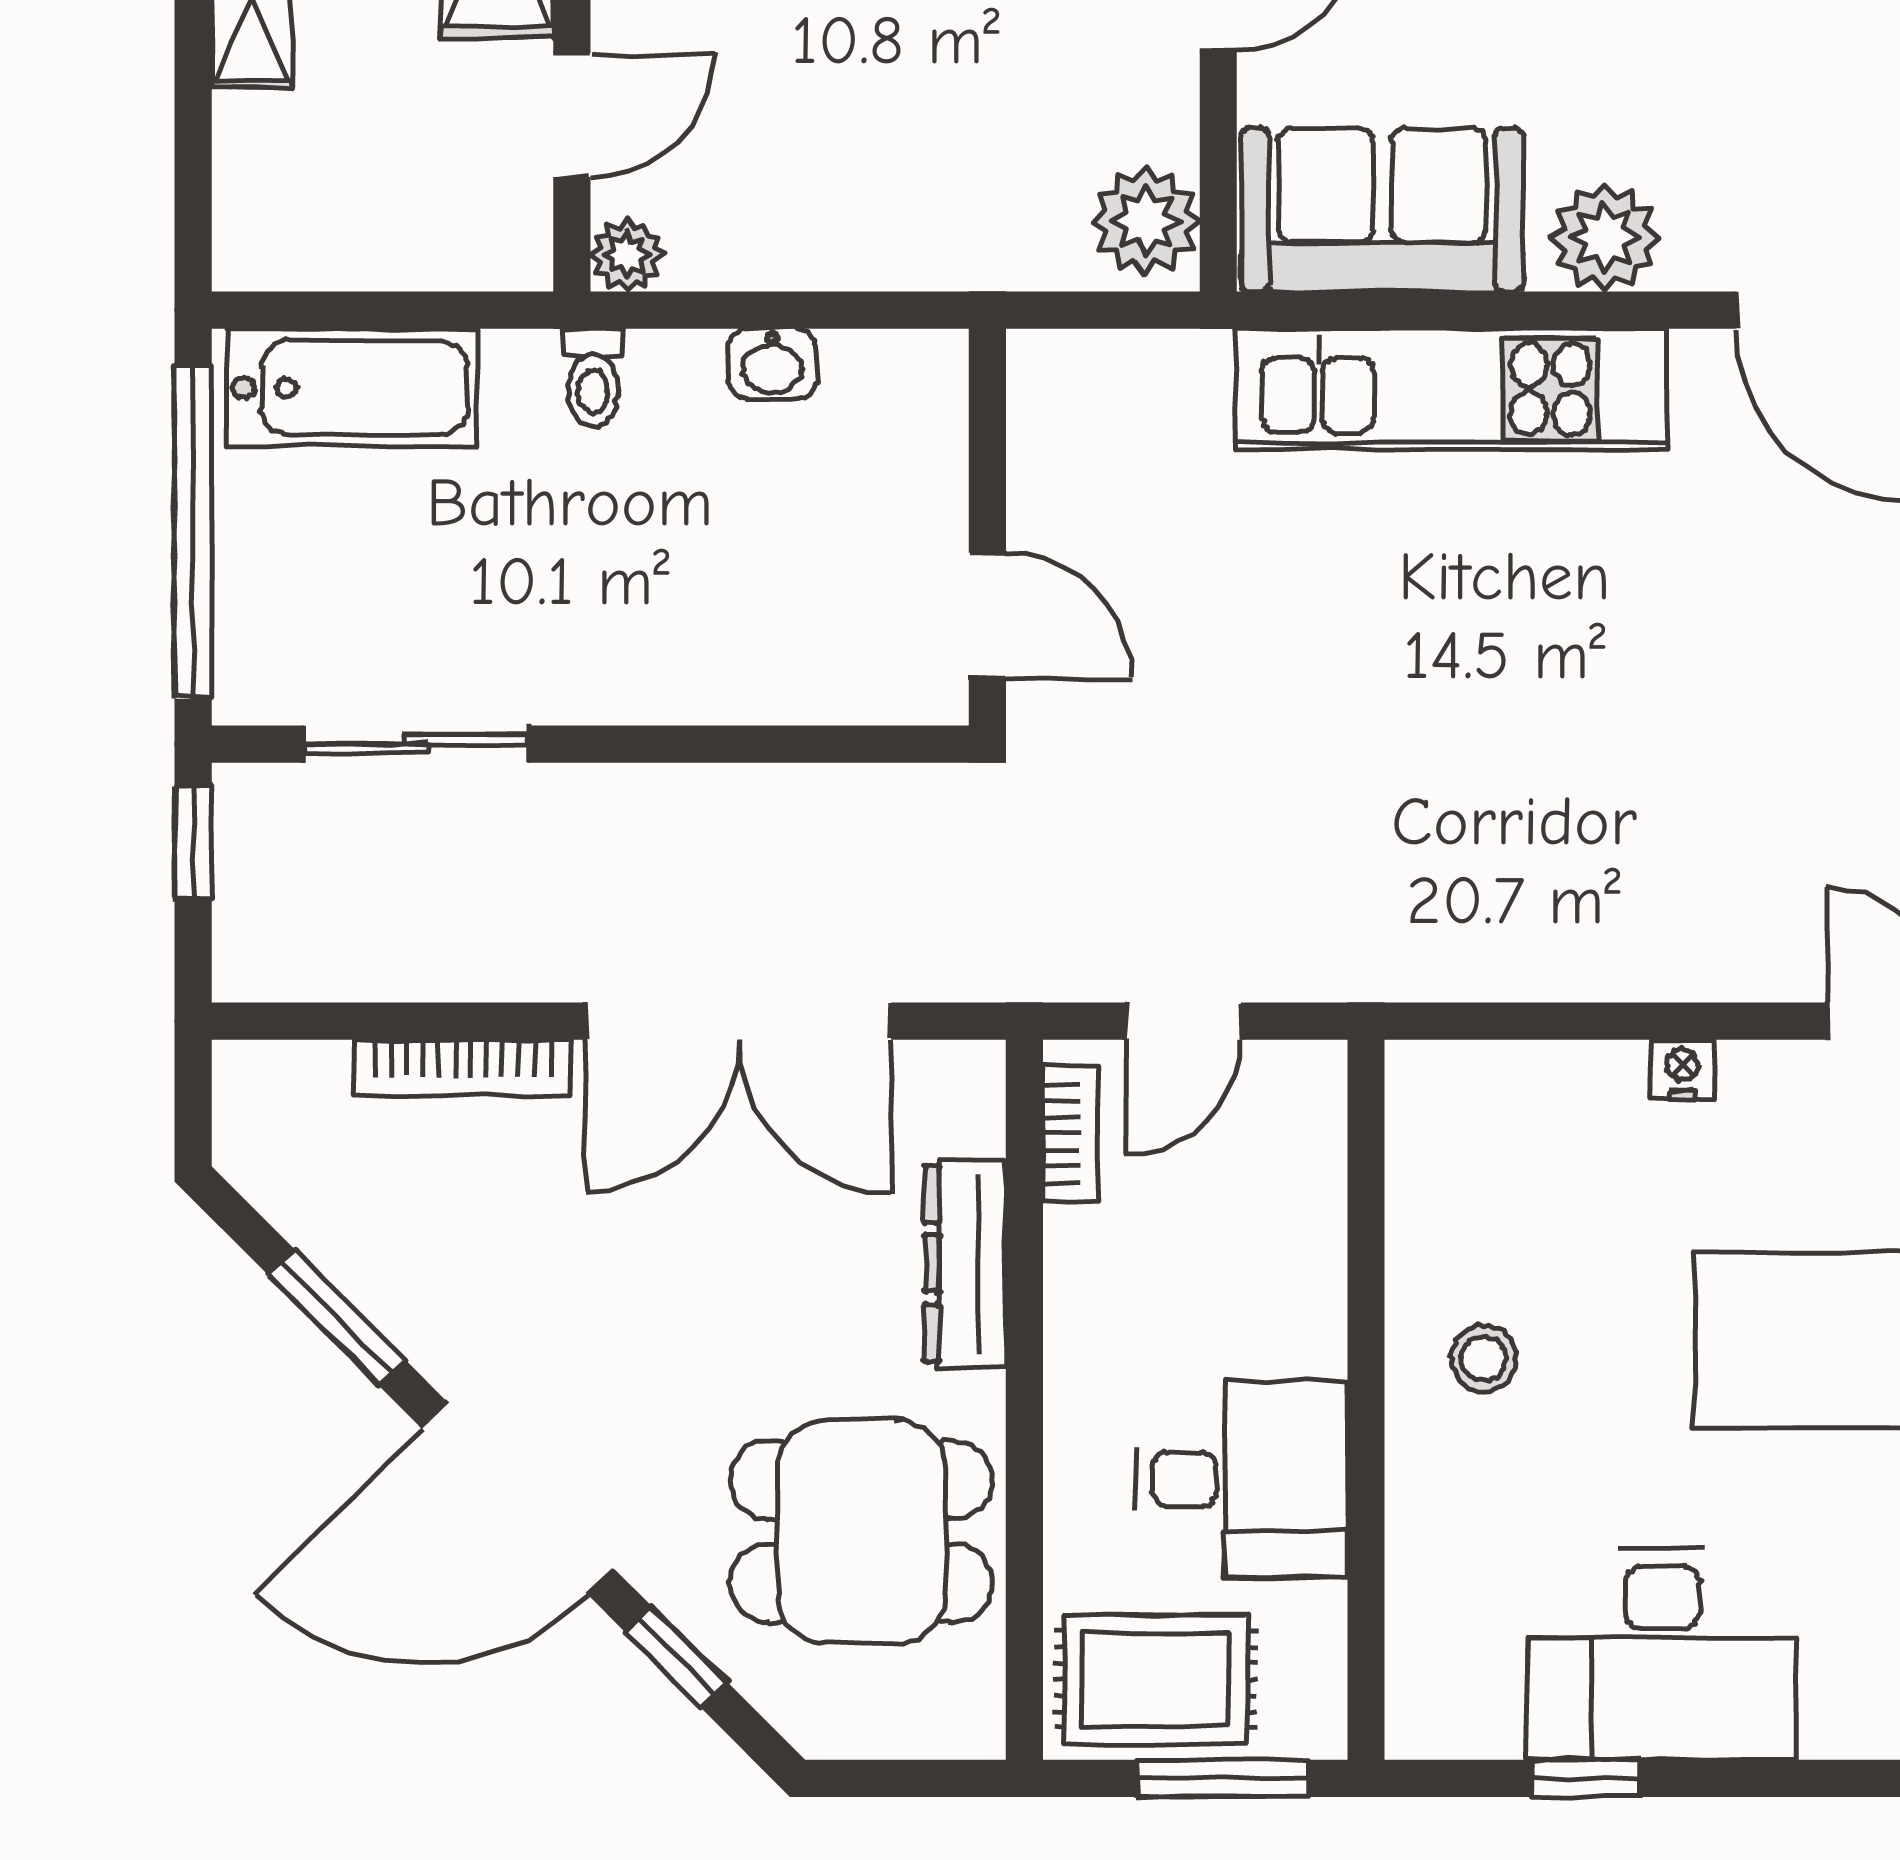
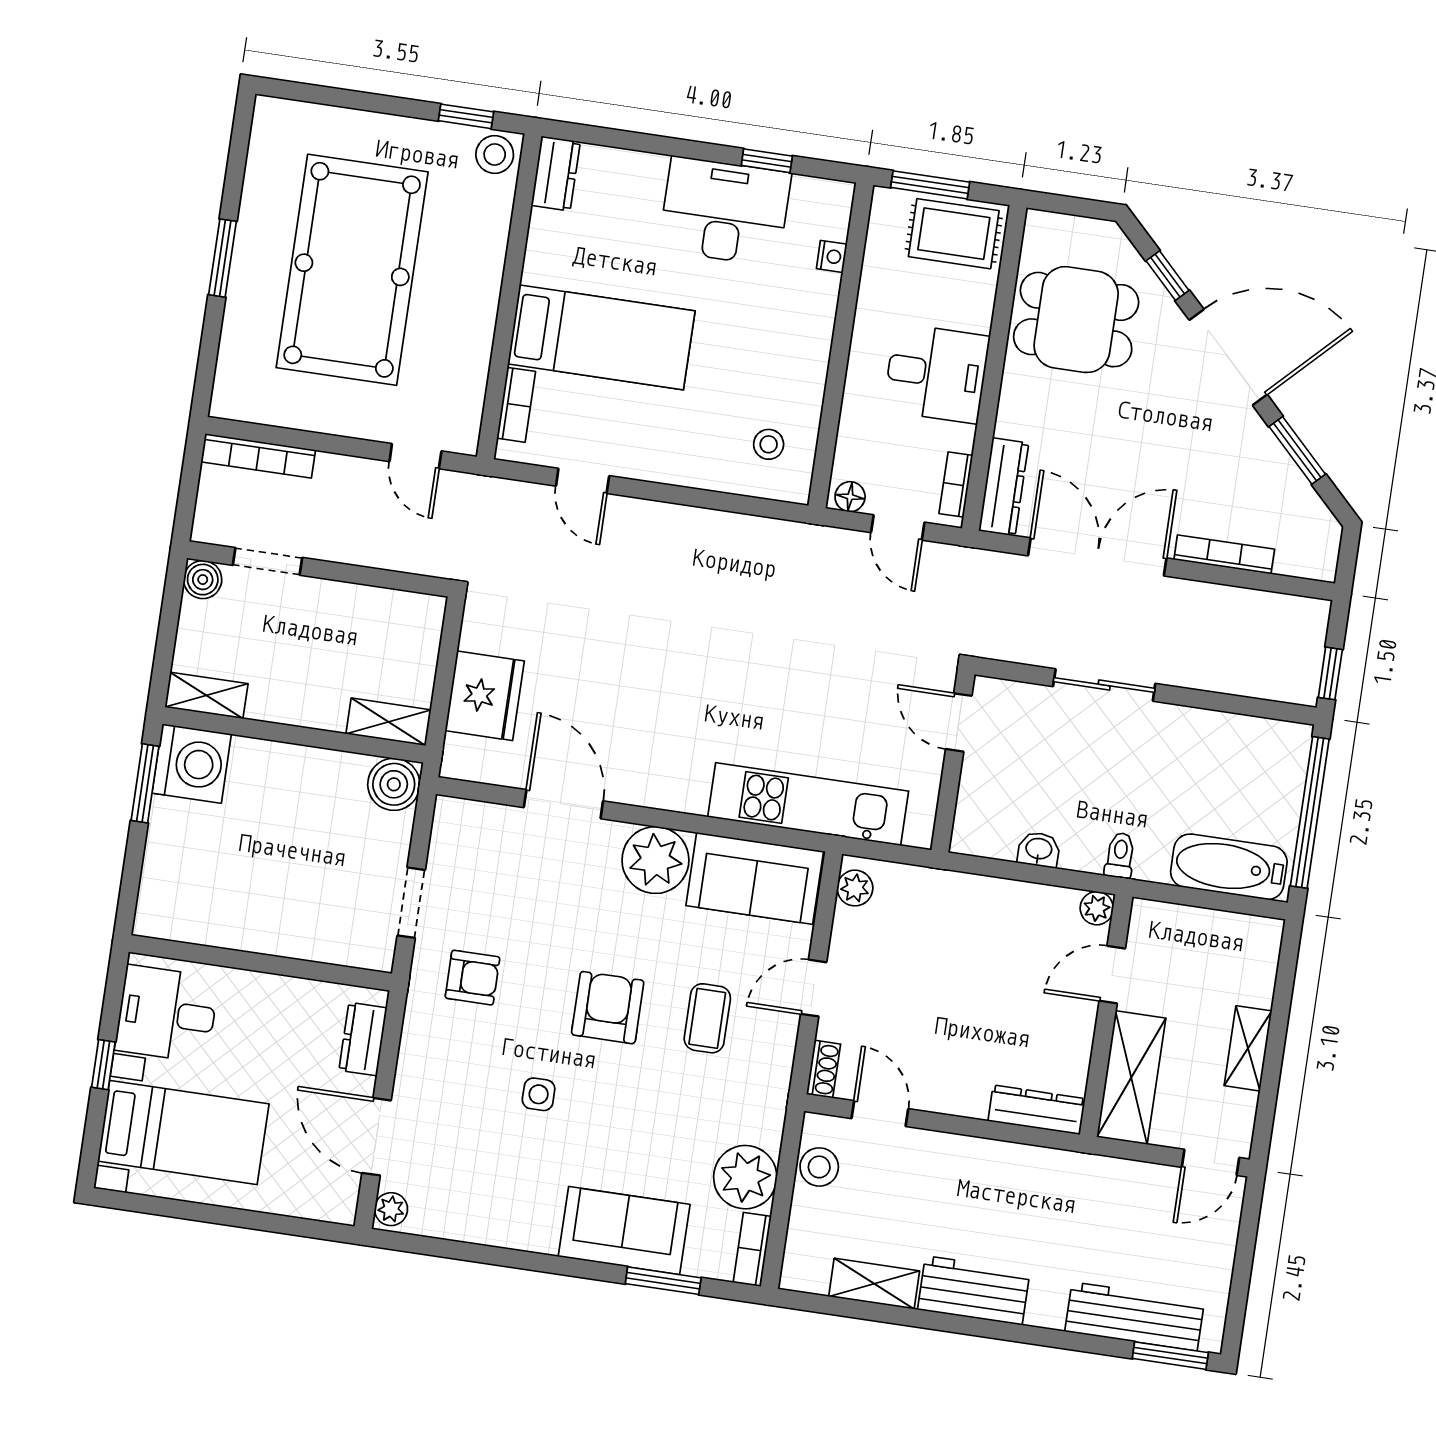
plant: (1146, 221) -> (855, 888), width x0.73, depth x0.73
plant: (1604, 238) -> (655, 860), width x1.36, depth x1.36
kitchen unit: (1451, 389) -> (808, 804), moved
sliding door: (416, 744) -> (1104, 685), moved
door: (1183, 1021) -> (898, 527), swing flipped
nightstand: (1682, 1069) -> (832, 256), moved, turned -90
floor lamp: (1297, 1073) -> (850, 497), added
dresser: (965, 1264) -> (1004, 487), moved
stool: (1484, 1359) -> (769, 444), moved
desk: (1242, 1479) -> (936, 373), moved, turned 180

